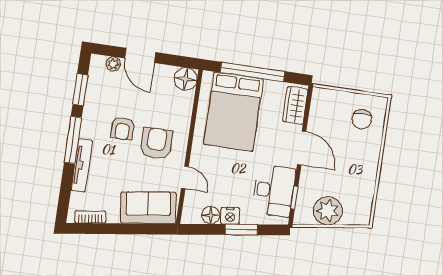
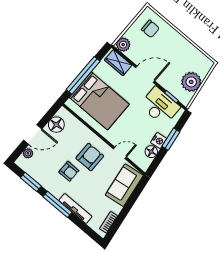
floor lamp: (186, 79) -> (56, 125), moved
plant: (321, 98) -> (123, 45), added
armchair: (156, 143) -> (90, 157), turned 90

